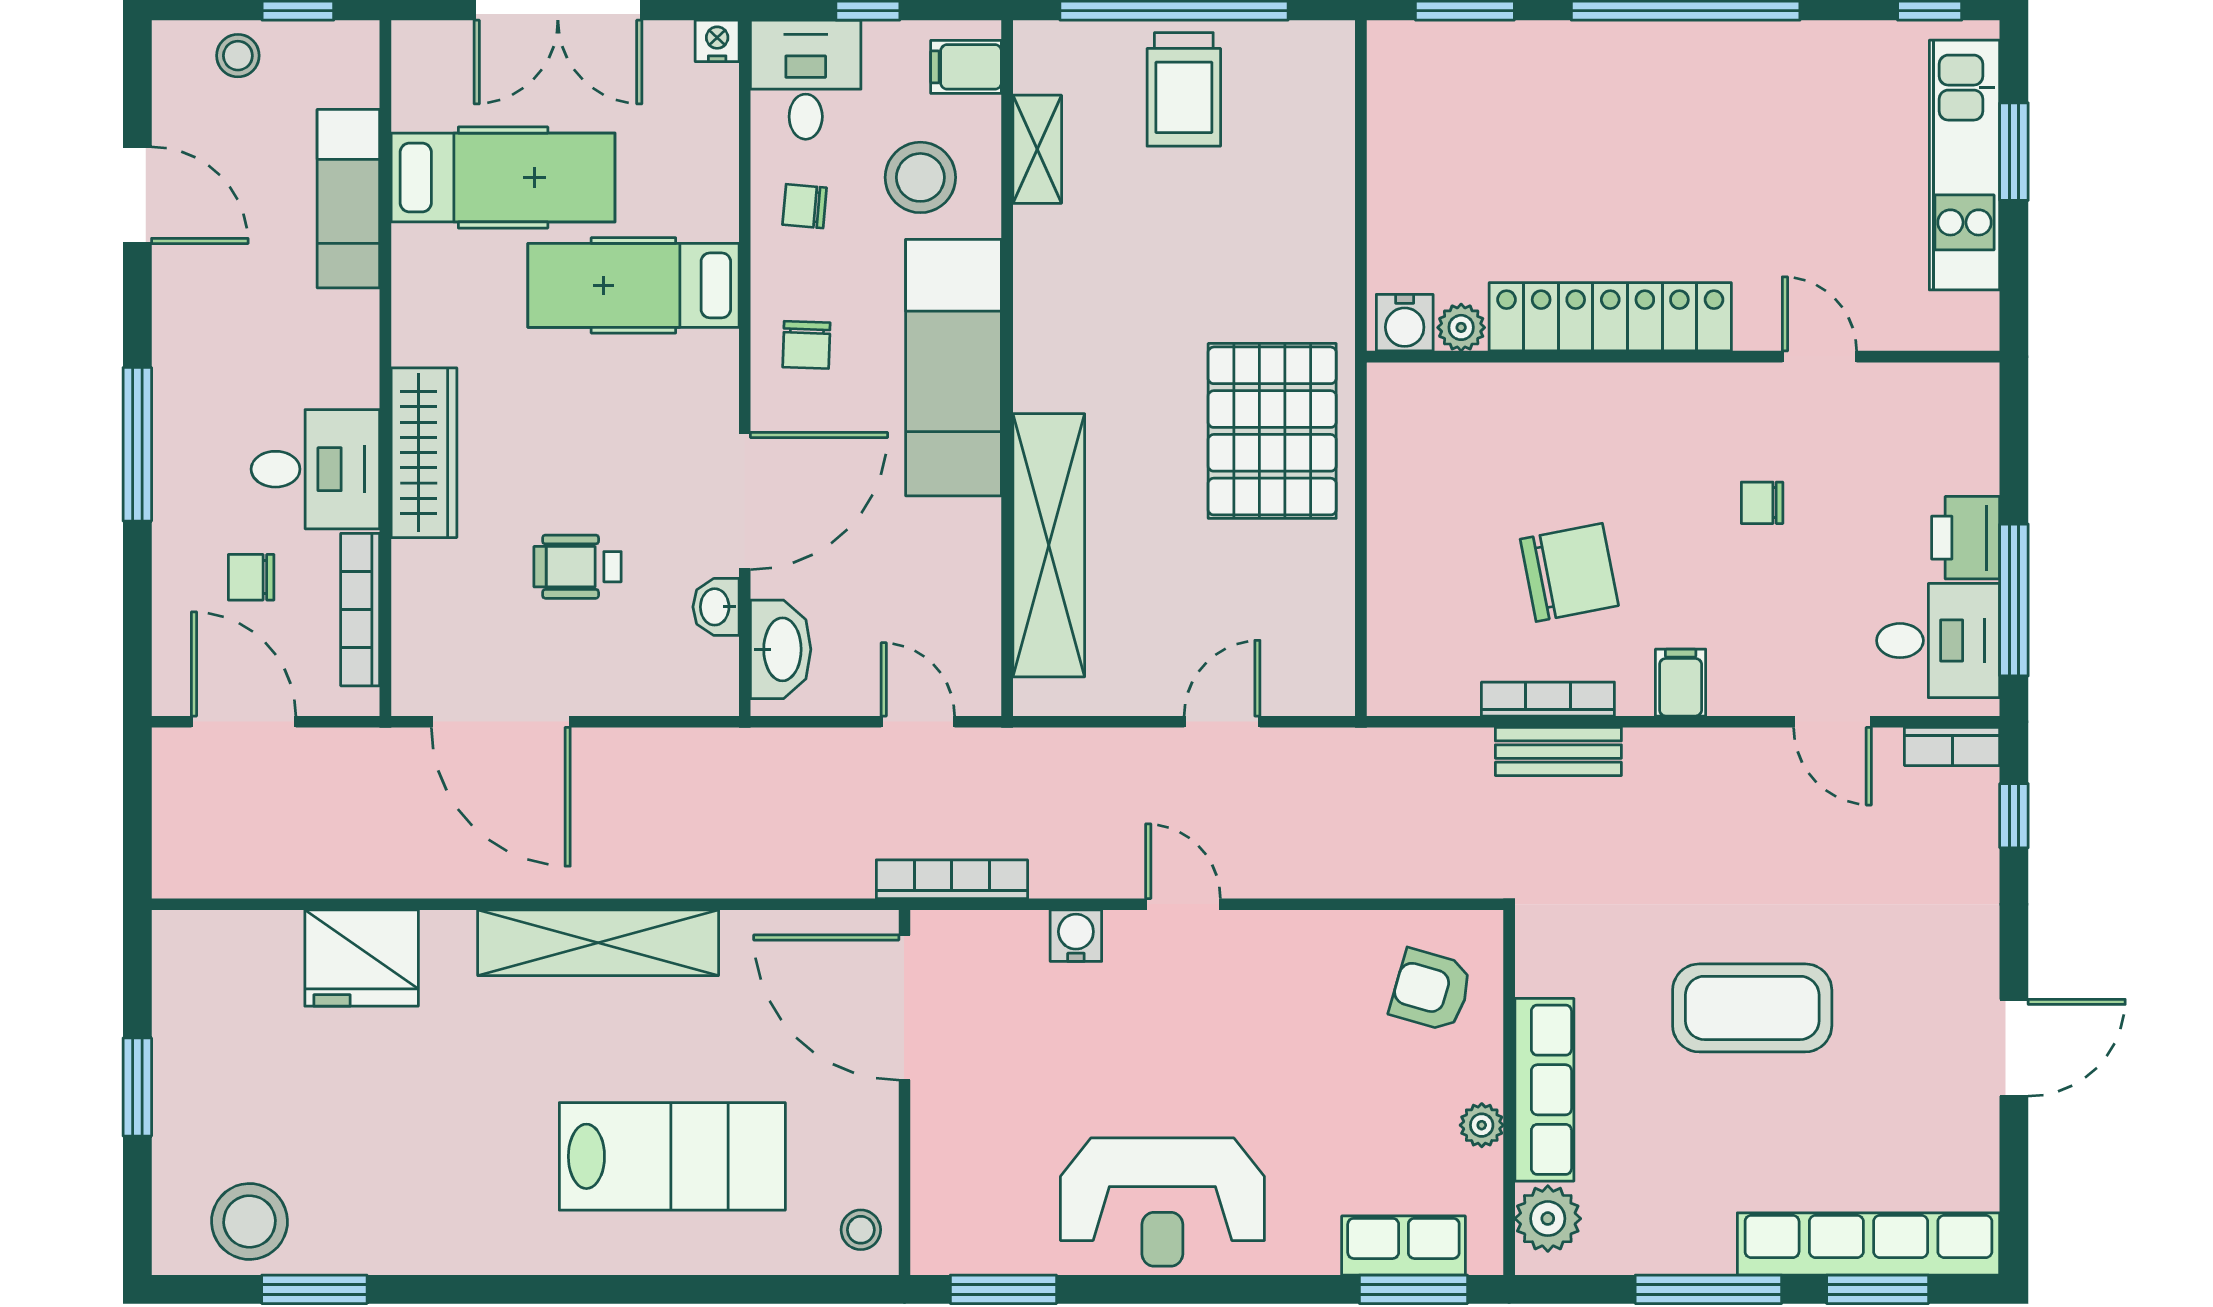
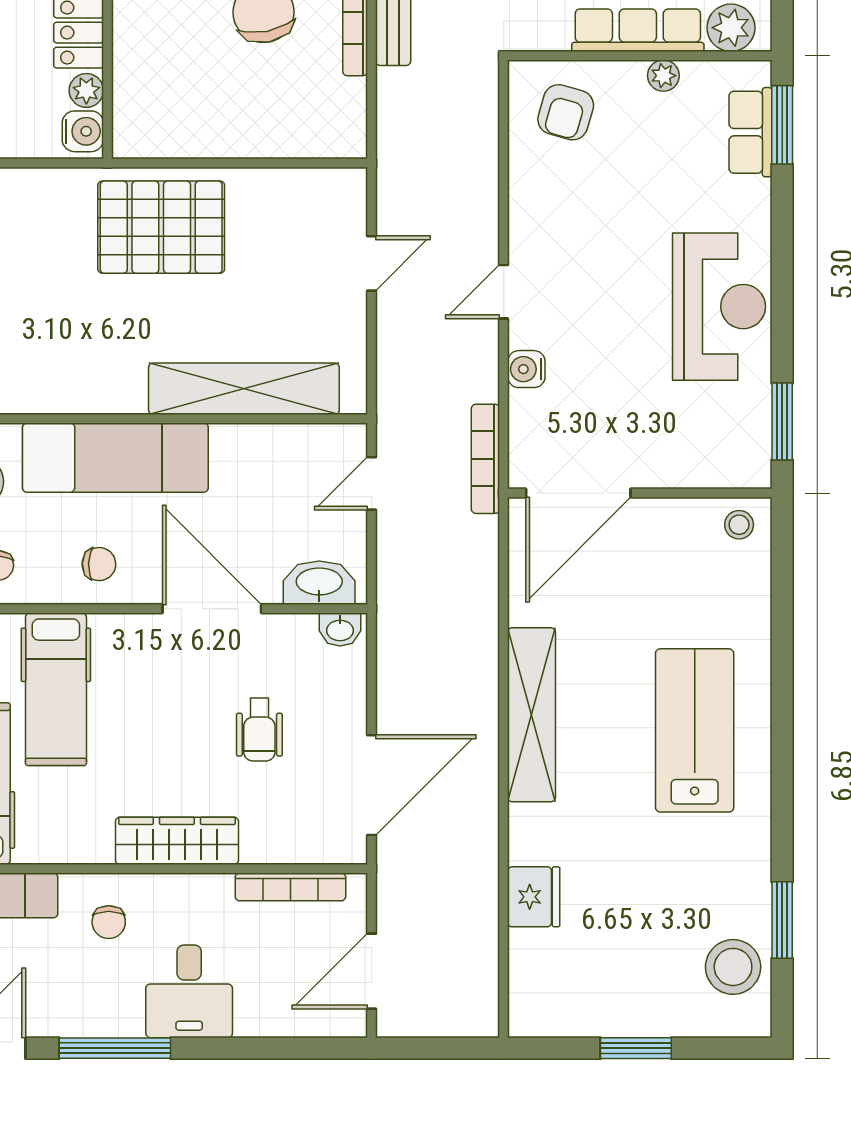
window: (137, 444) -> (115, 1048), moved
desk: (315, 469) -> (189, 991), moved, turned 180
chair: (251, 577) -> (109, 922), moved
washbasin: (716, 607) -> (340, 629), moved
door: (1222, 722) -> (372, 263), swing flipped
fridge: (362, 958) -> (534, 897), width x0.73, depth x0.75
lab bench: (672, 1156) -> (695, 730), moved

